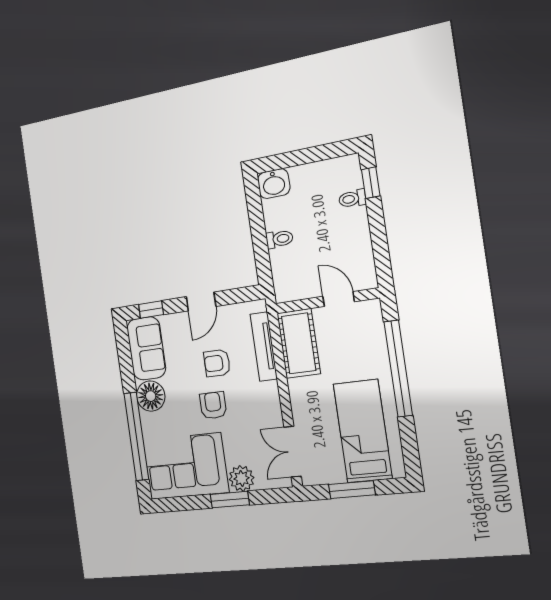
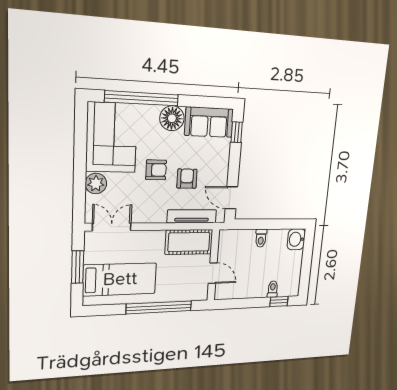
door: (339, 299) -> (213, 273), hinge flipped
door: (201, 302) -> (231, 198), moved
window: (230, 500) -> (80, 171), removed

